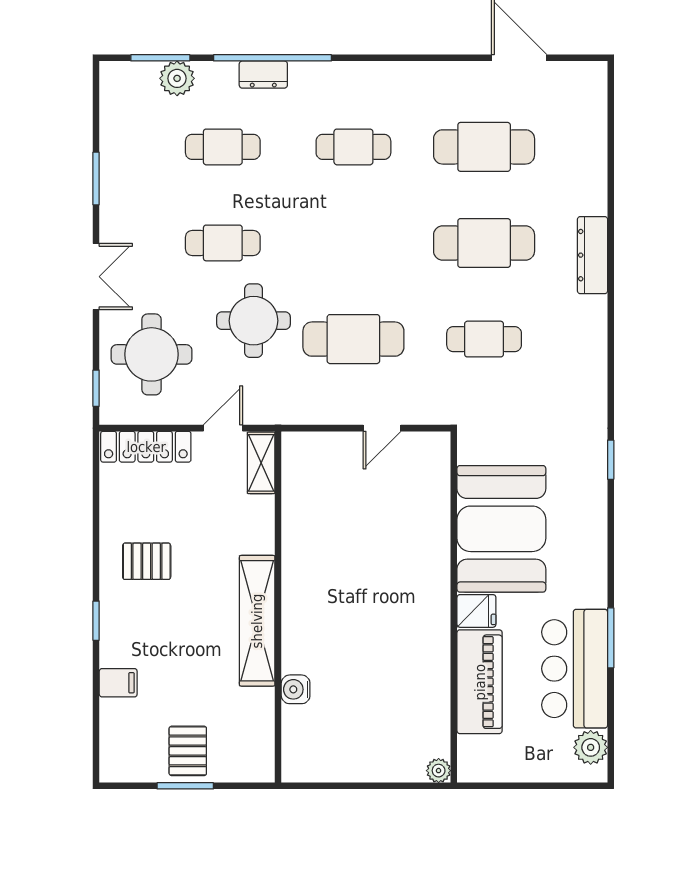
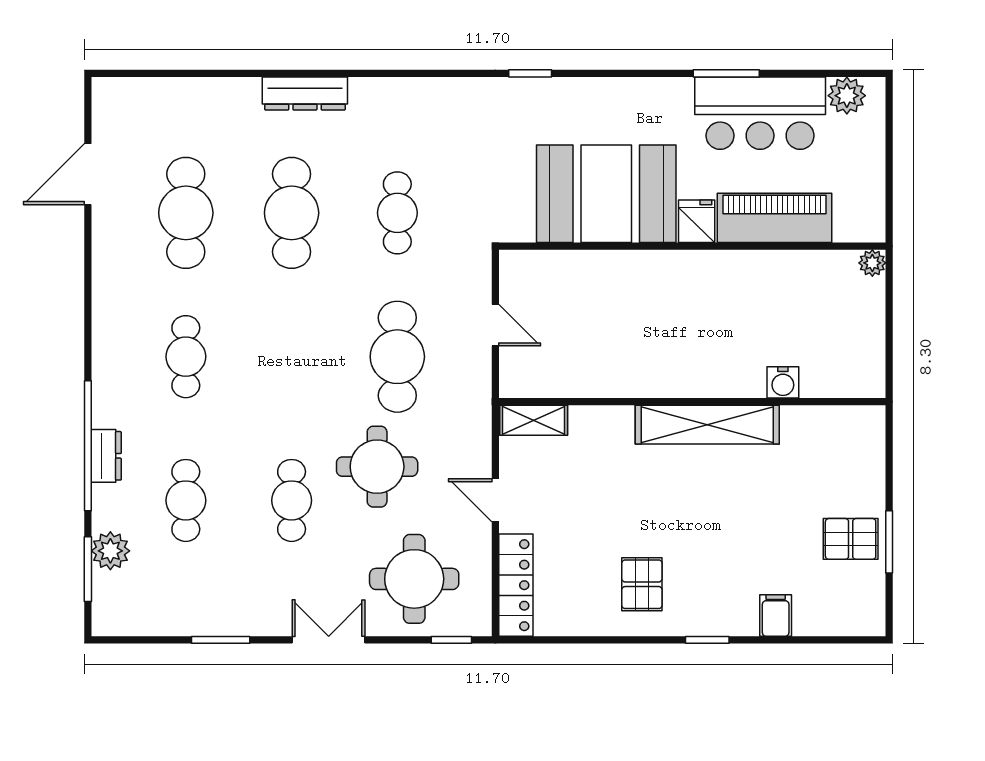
shelving: (261, 463) -> (534, 420), moved
wall: (278, 607) -> (692, 402), moved
shelving: (257, 621) -> (707, 425), moved
water cooler: (296, 689) -> (783, 382), moved

